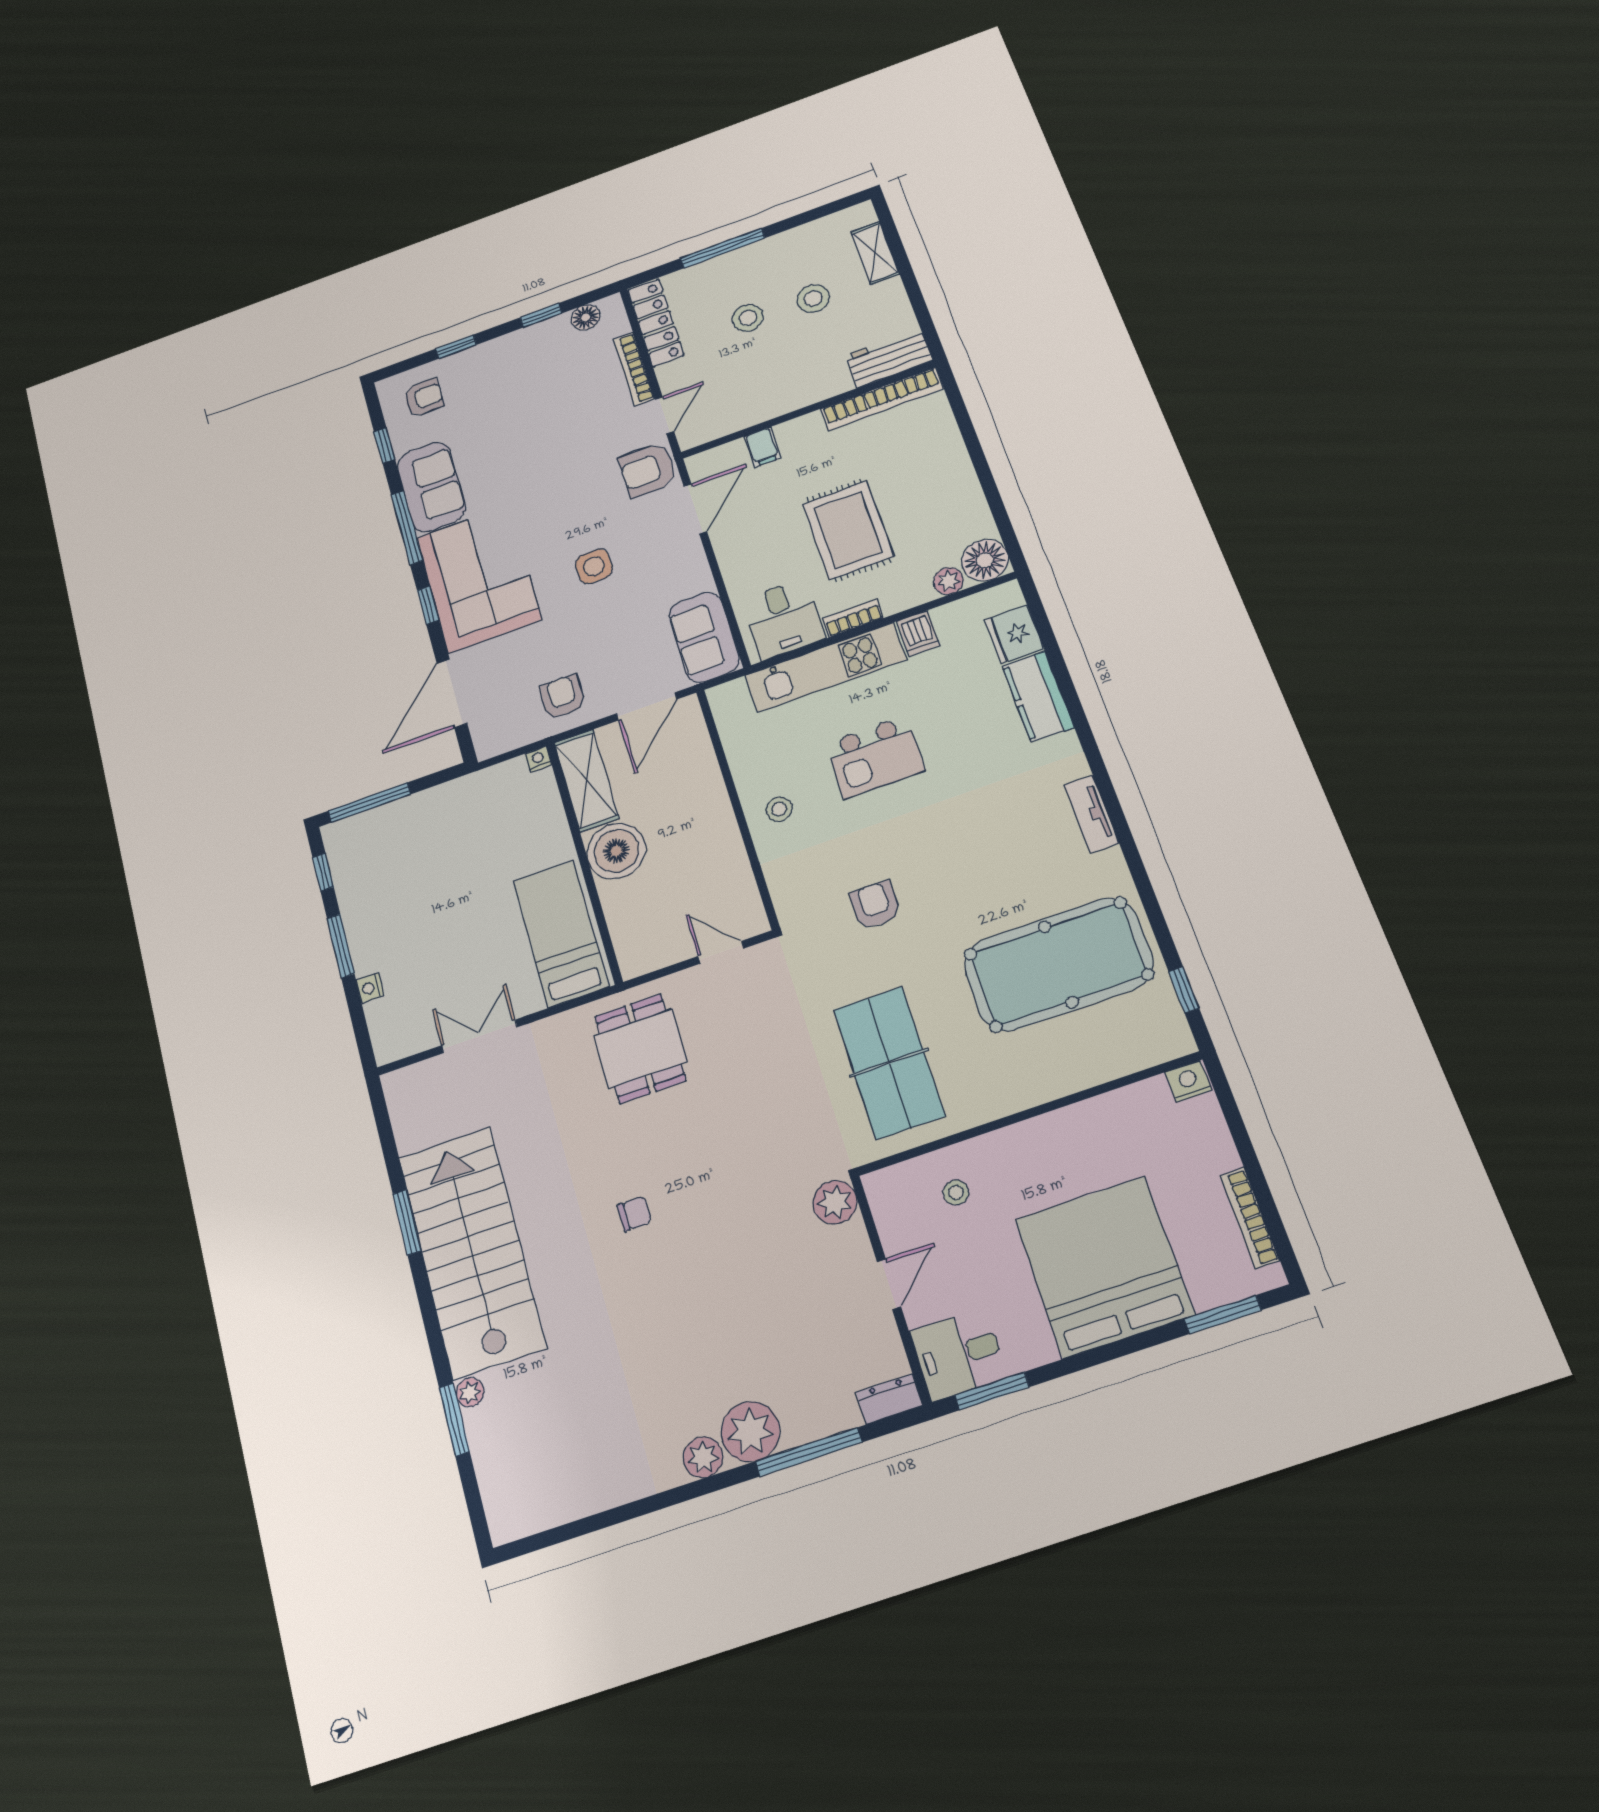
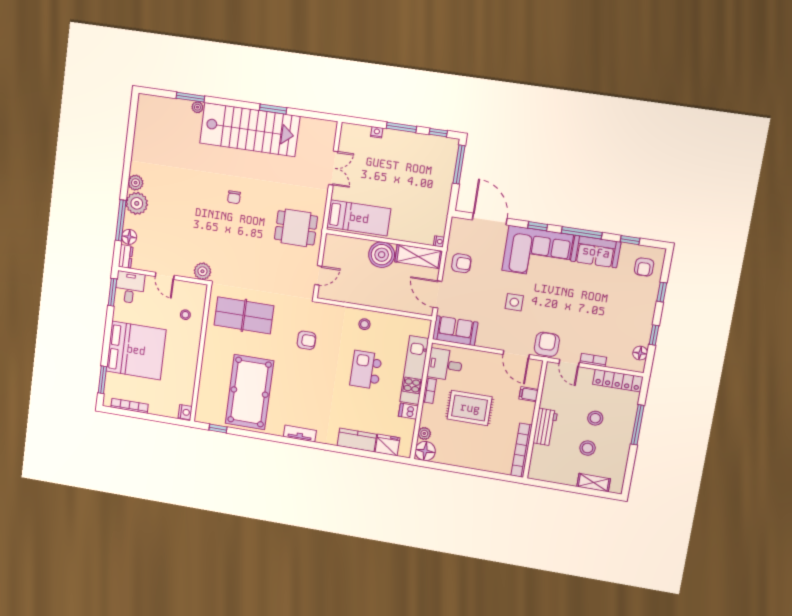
workbench: (889, 358) -> (545, 427), moved
bookcase: (634, 369) -> (593, 360), width x0.64
floor lamp: (838, 1413) -> (129, 237), added

